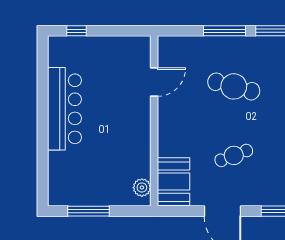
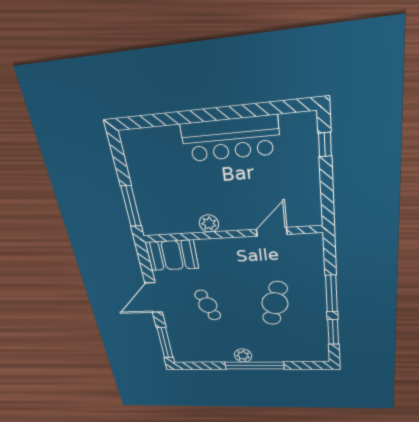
door: (154, 82) -> (272, 232), swing flipped
plant: (142, 188) -> (209, 224), moved
window: (88, 211) -> (131, 206), moved

